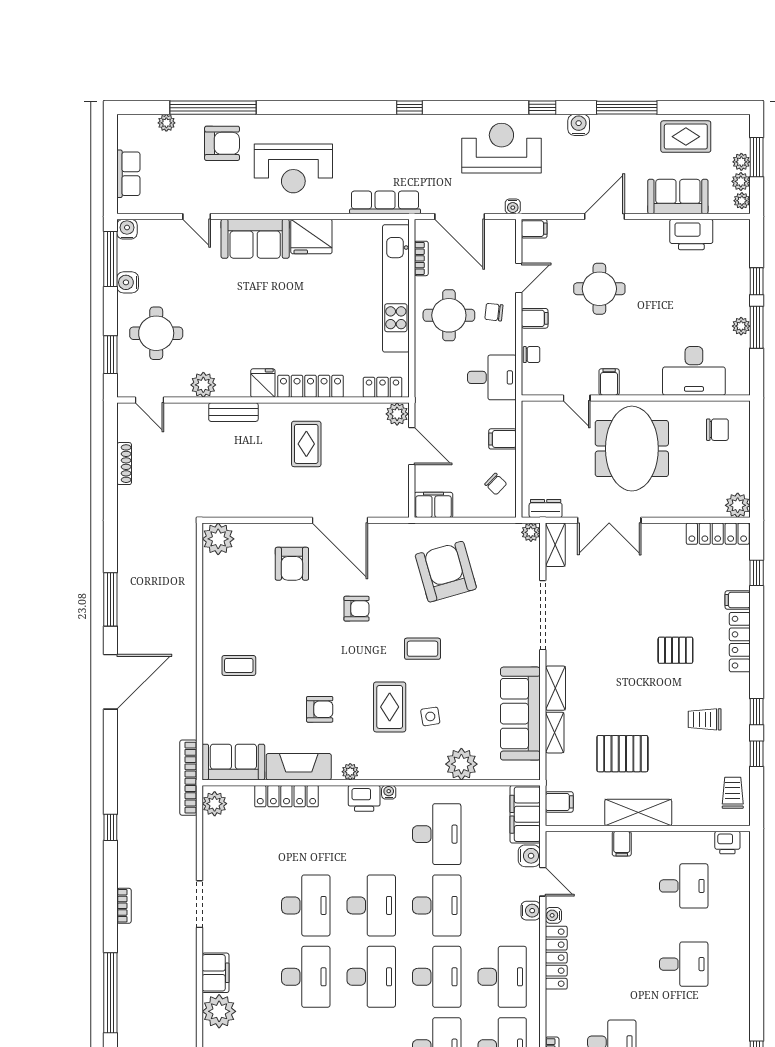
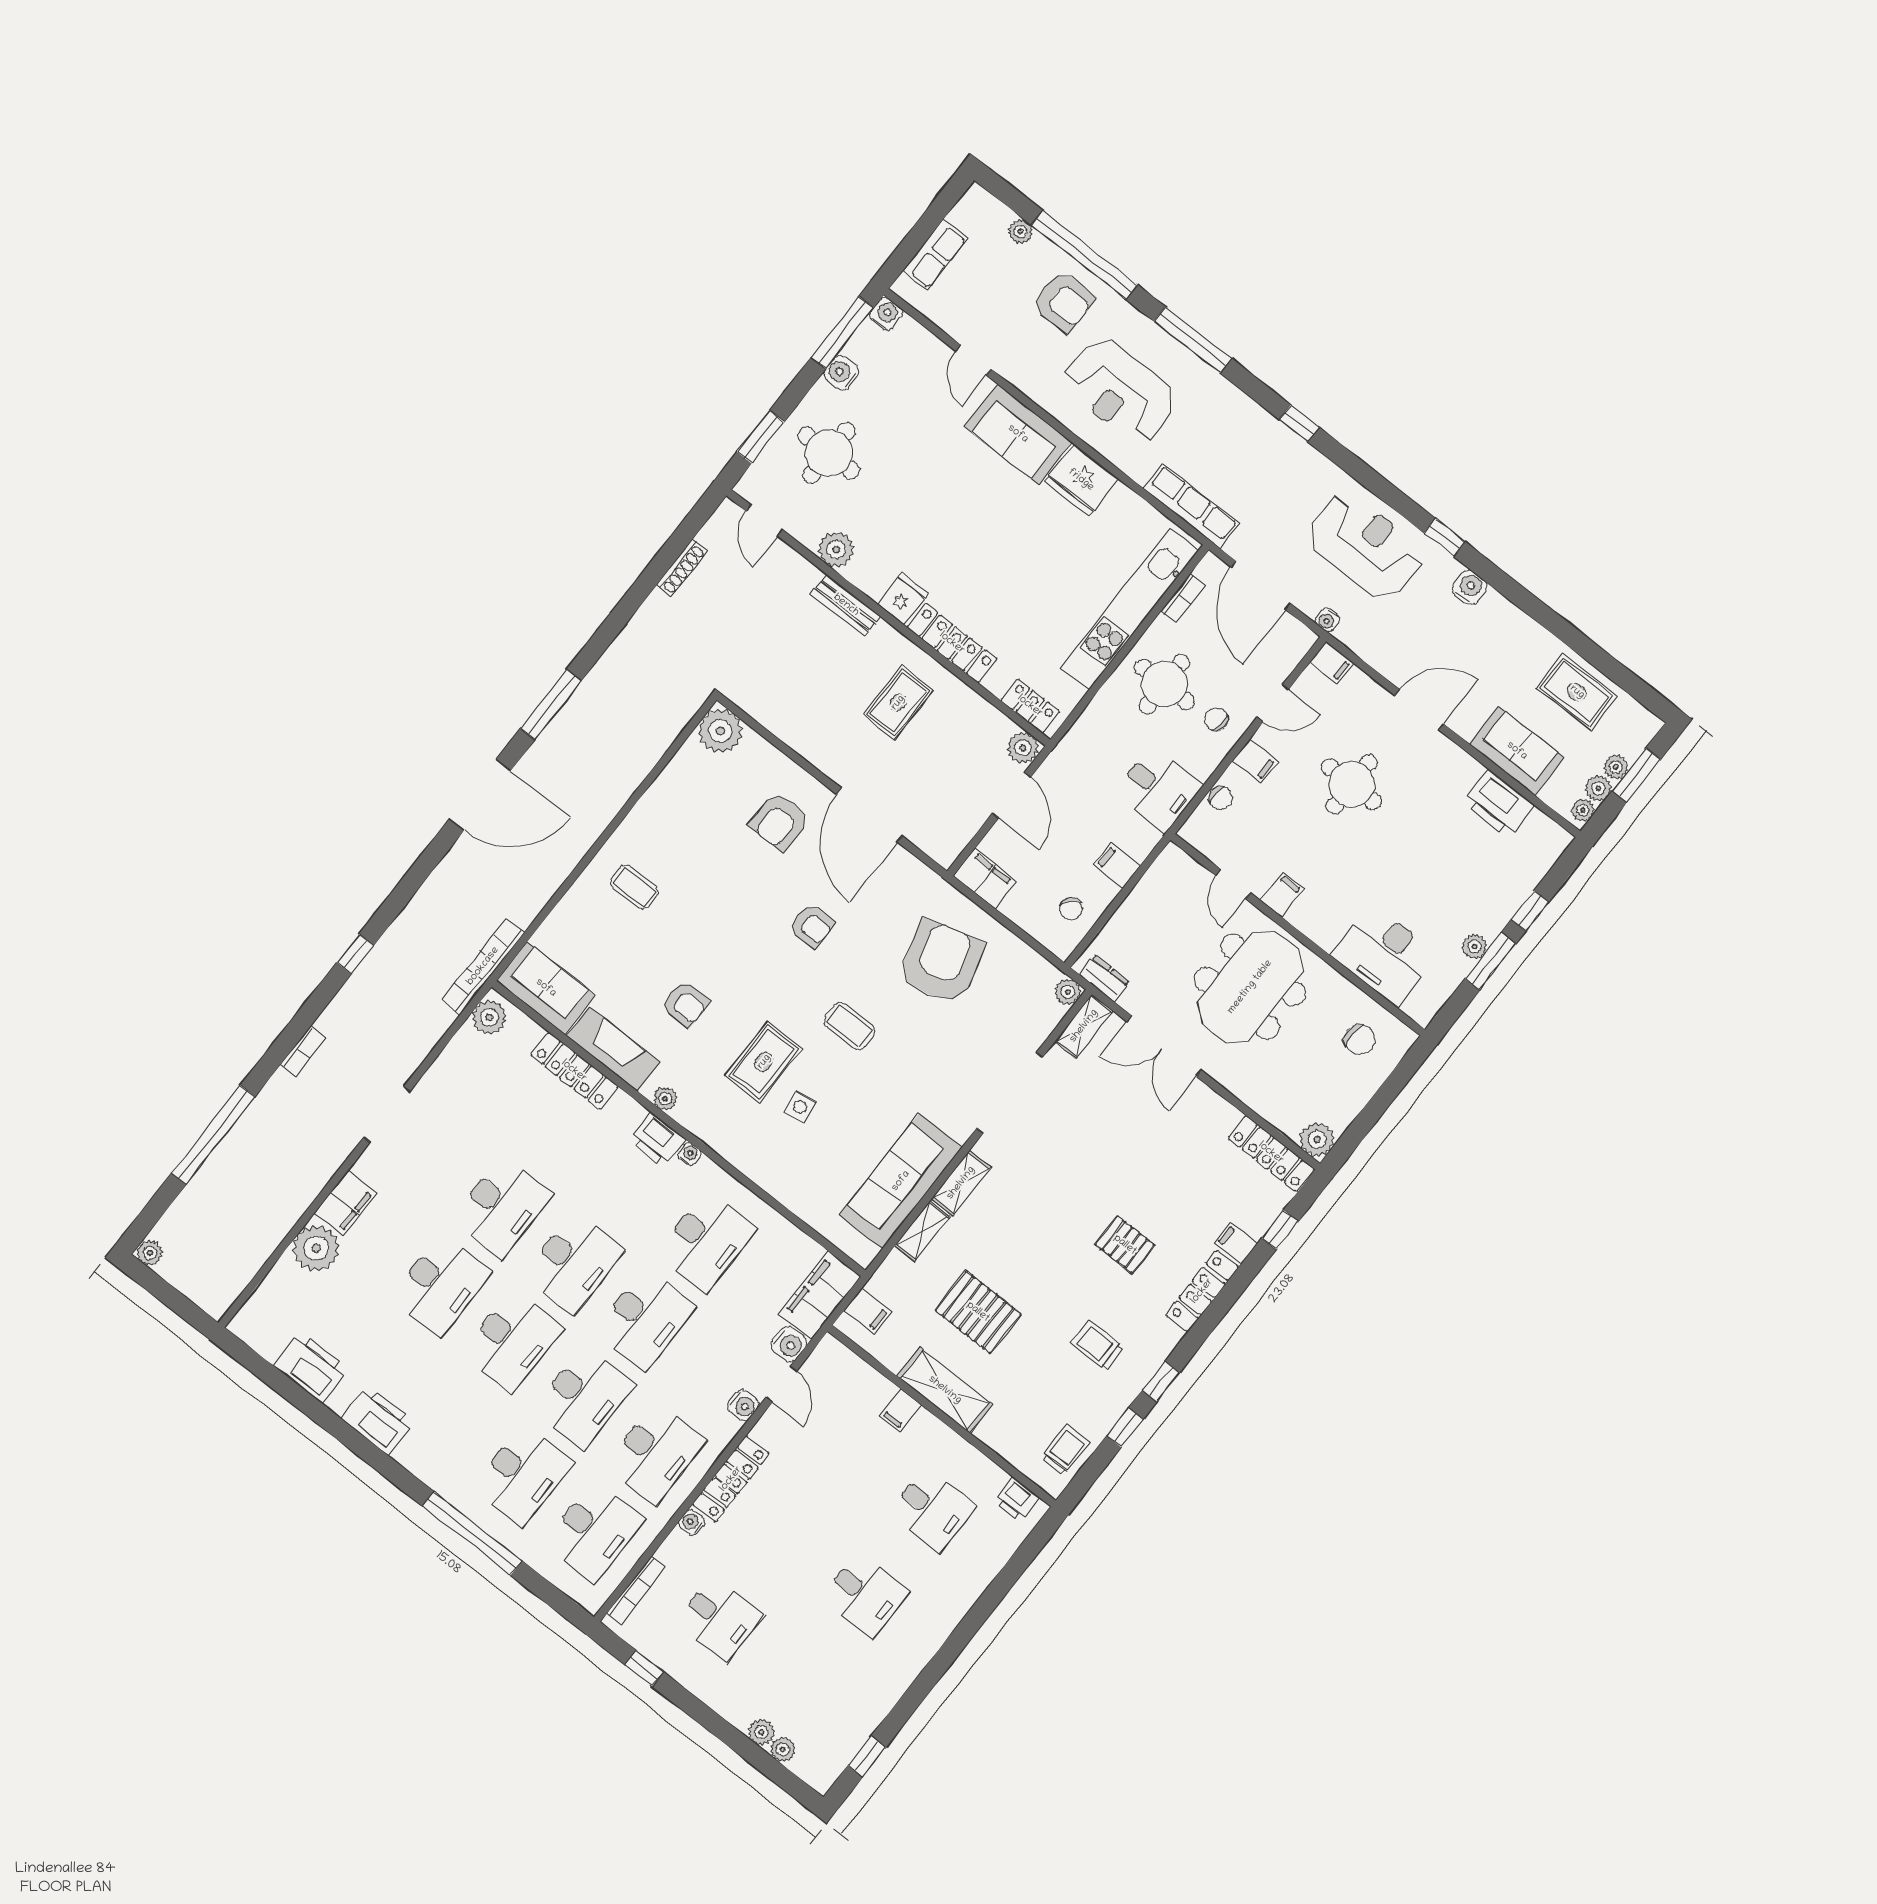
window: (627, 108) -> (1193, 340), moved
plant: (461, 764) -> (793, 1186), removed
water cooler: (553, 915) -> (692, 1522), moved

